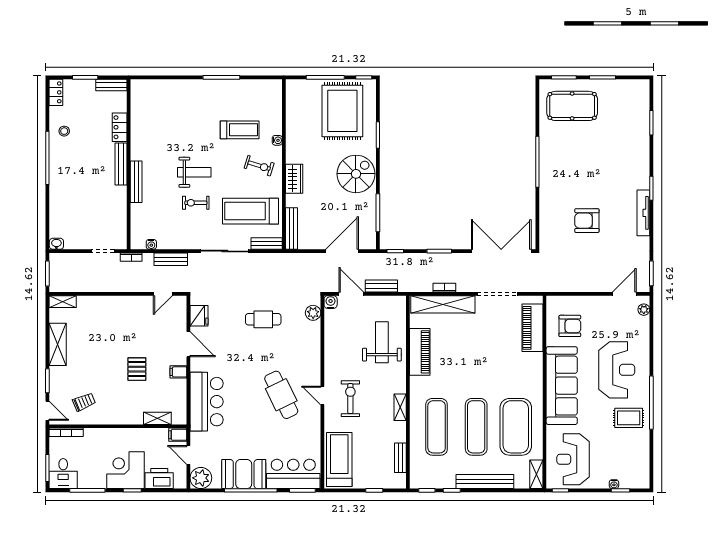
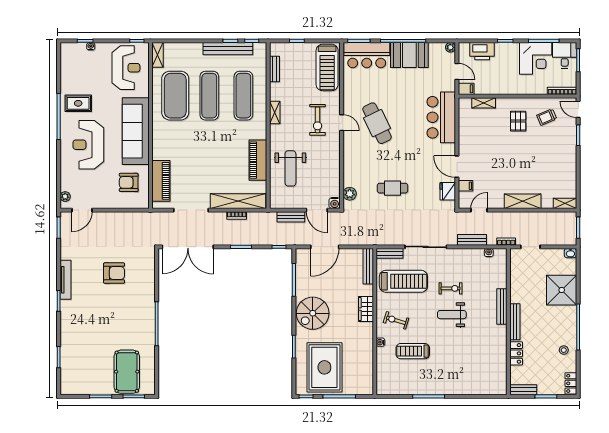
pool table: (572, 106) -> (127, 372), turned 90
shower: (67, 201) -> (562, 290), added
shelving: (58, 344) -> (523, 201), moved, turned 90
pallet: (137, 369) -> (518, 121), moved
filing cabinet: (178, 372) -> (465, 186), moved
corner desk: (125, 470) -> (536, 58), moved
plant: (201, 478) -> (450, 47), width x0.53, depth x0.53
bench: (485, 481) -> (228, 49), moved

